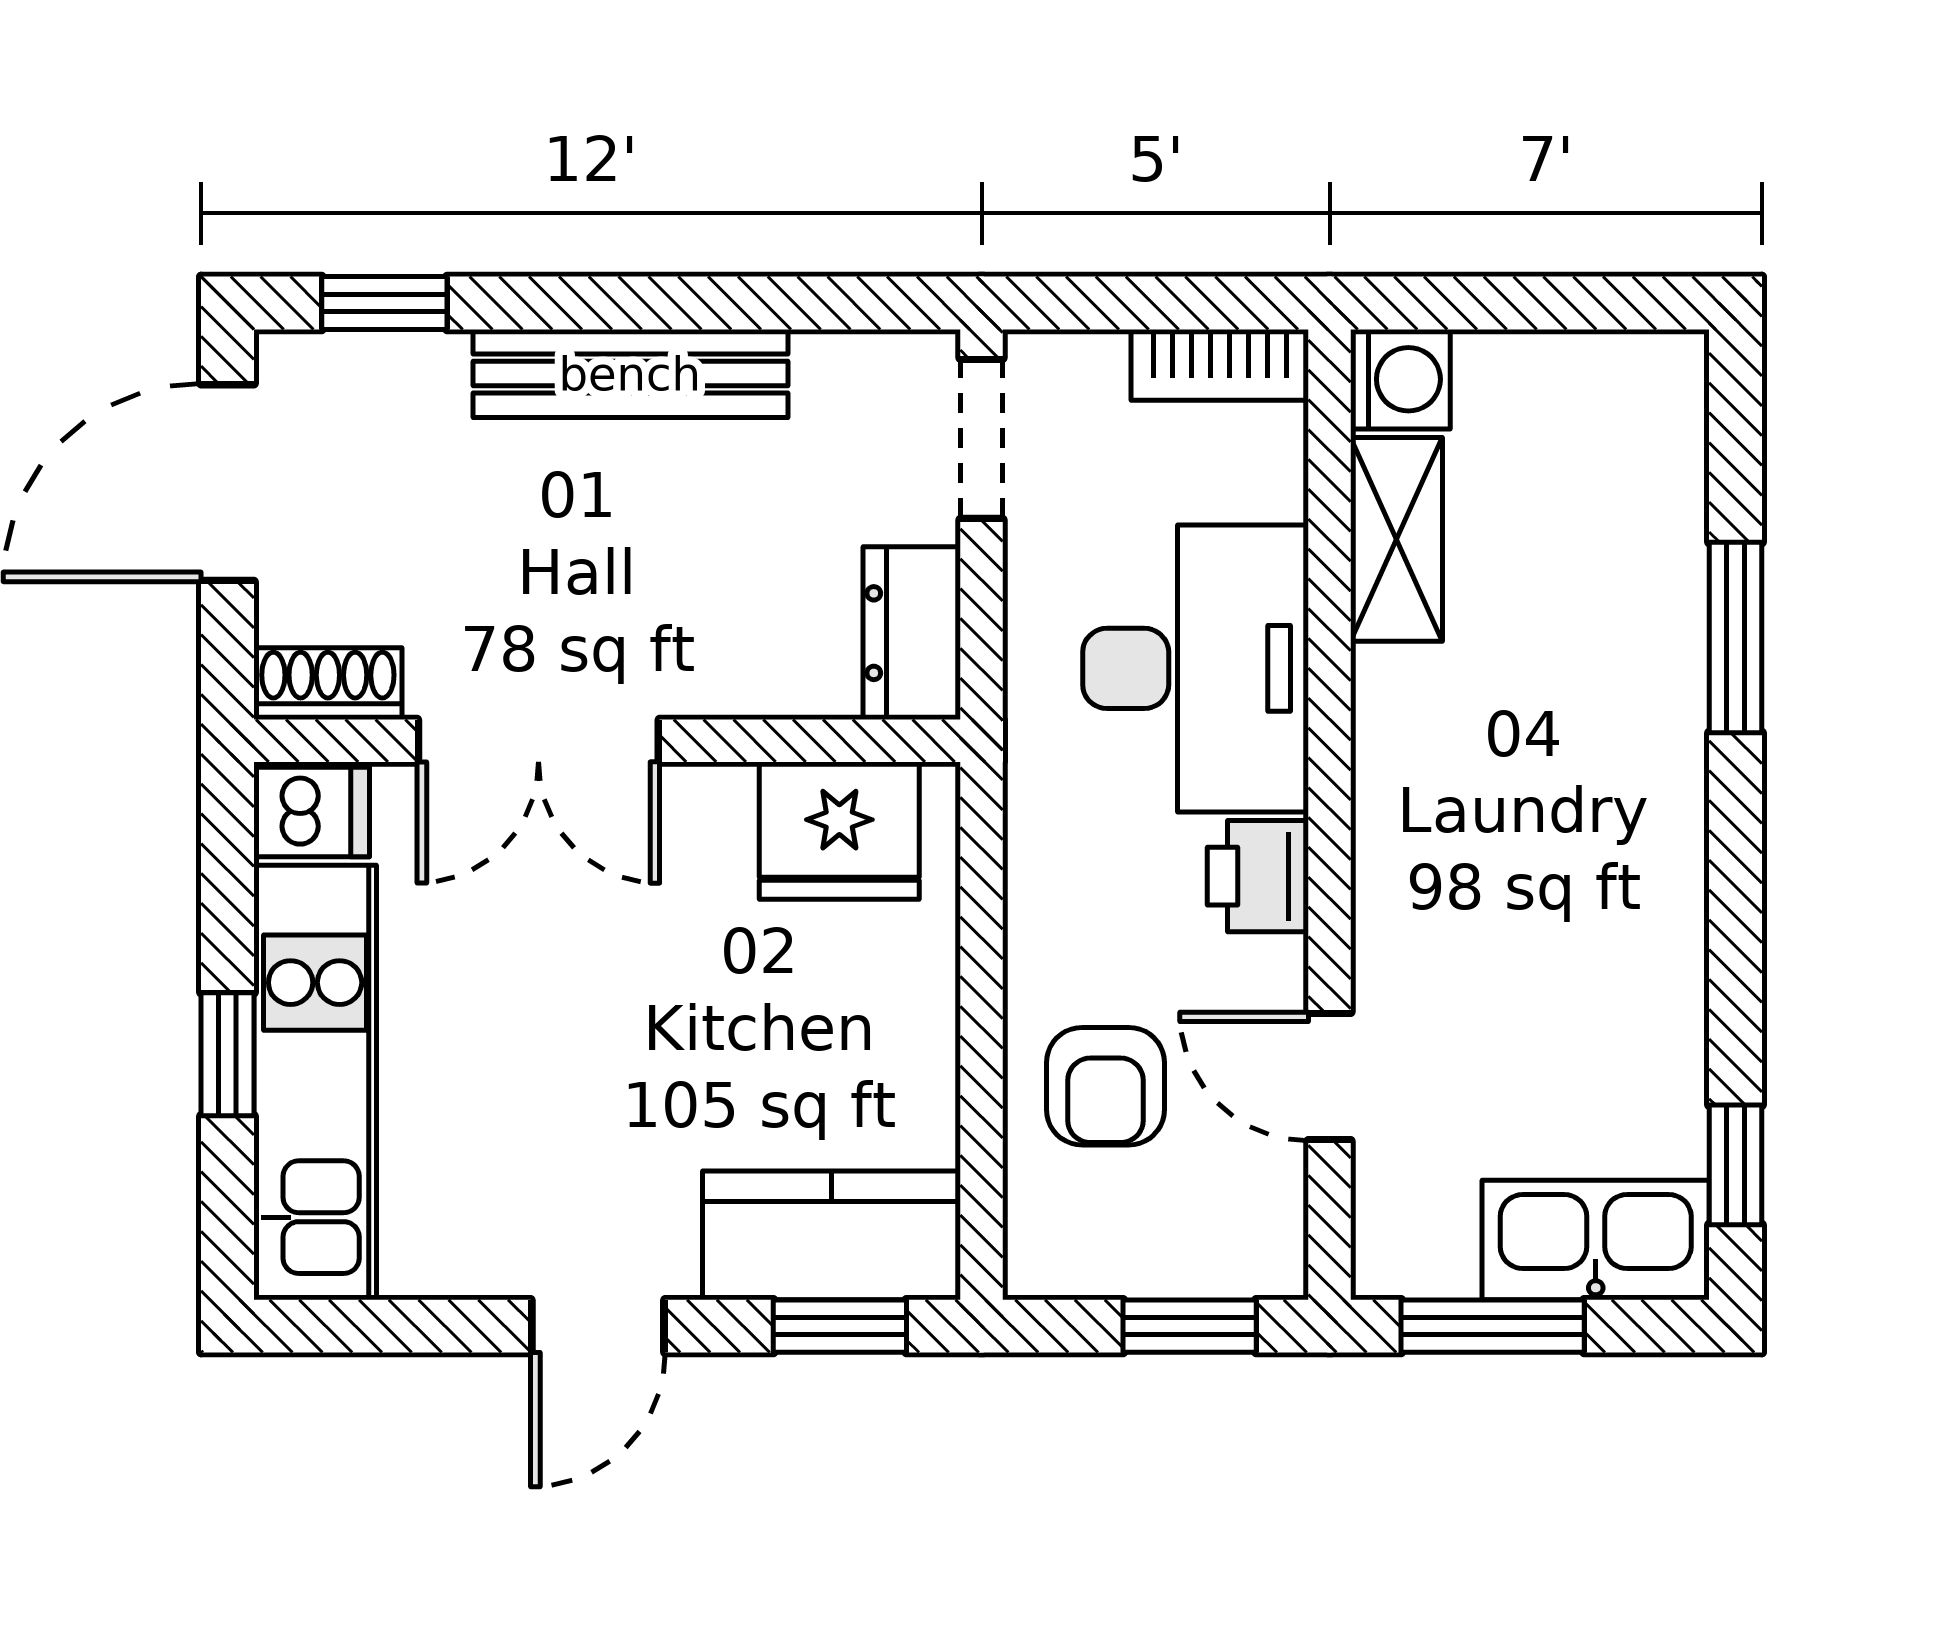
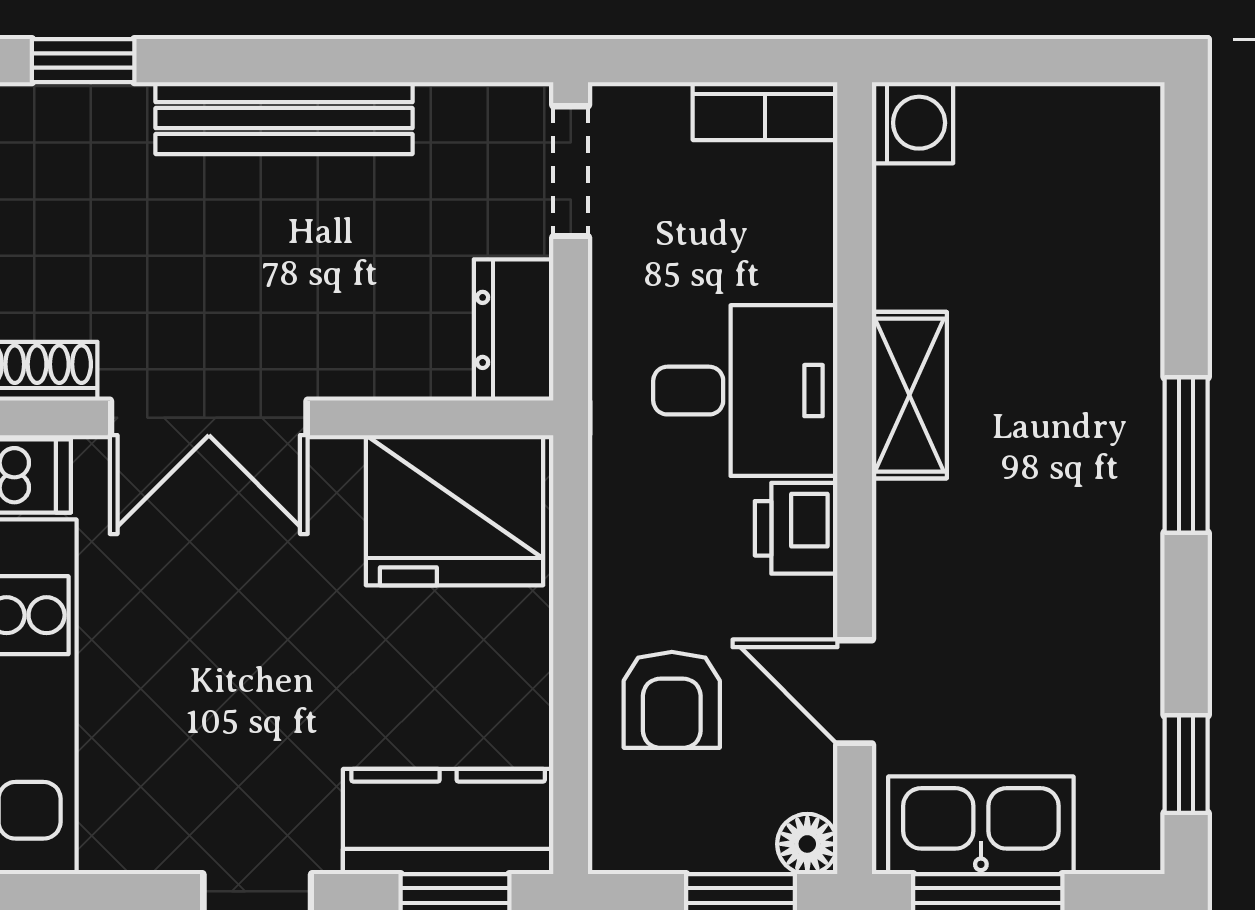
shelving: (1397, 539) -> (909, 395), moved
window: (1736, 637) -> (1186, 455), moved
desk: (1196, 668) -> (745, 391), width x0.73
fridge: (839, 831) -> (454, 510), width x1.36, depth x1.34
kitchen sink: (1596, 1240) -> (981, 825), moved
floor lamp: (1272, 1263) -> (807, 844), added

